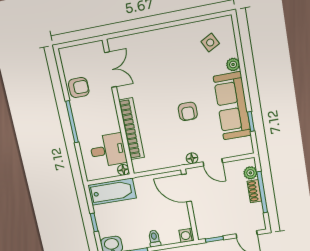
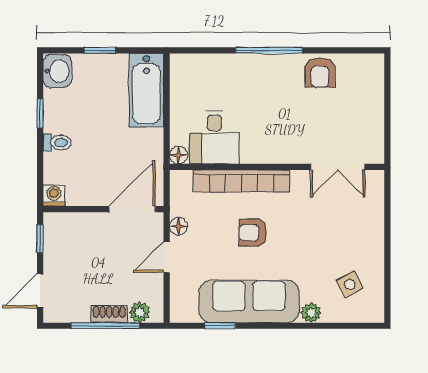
double door: (111, 70) -> (338, 167), moved
wall: (118, 108) -> (277, 167), moved
bookcase: (132, 129) -> (241, 181), moved
desk: (108, 150) -> (214, 137), moved
floor lamp: (123, 170) -> (179, 155), moved

